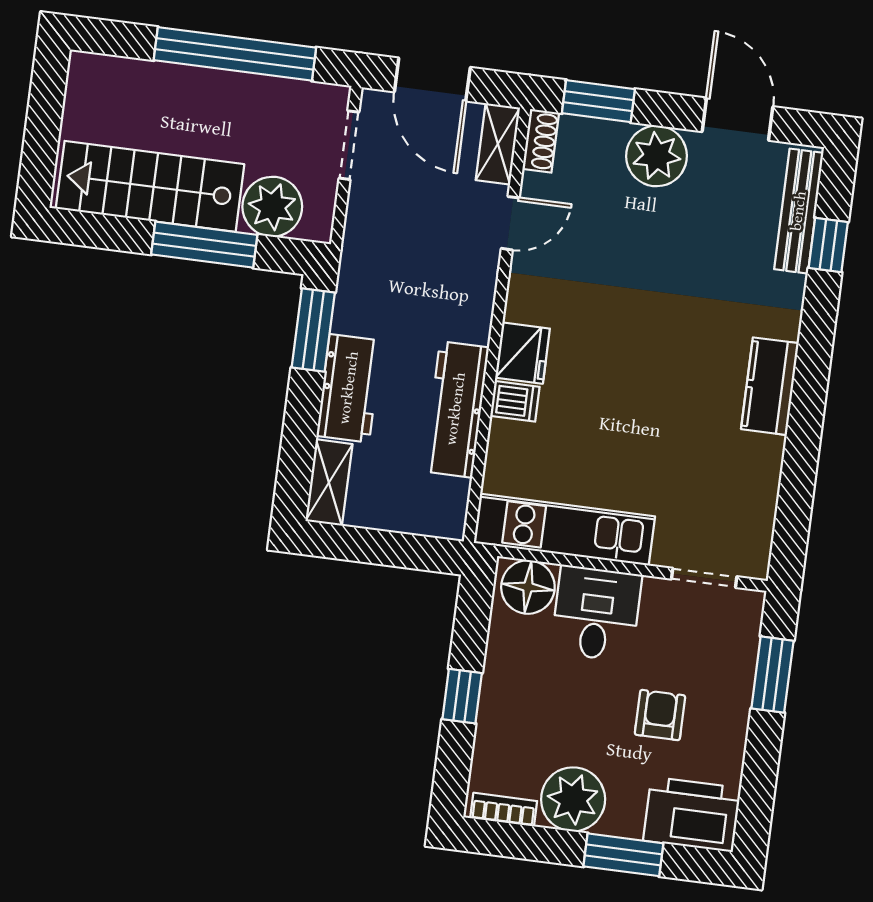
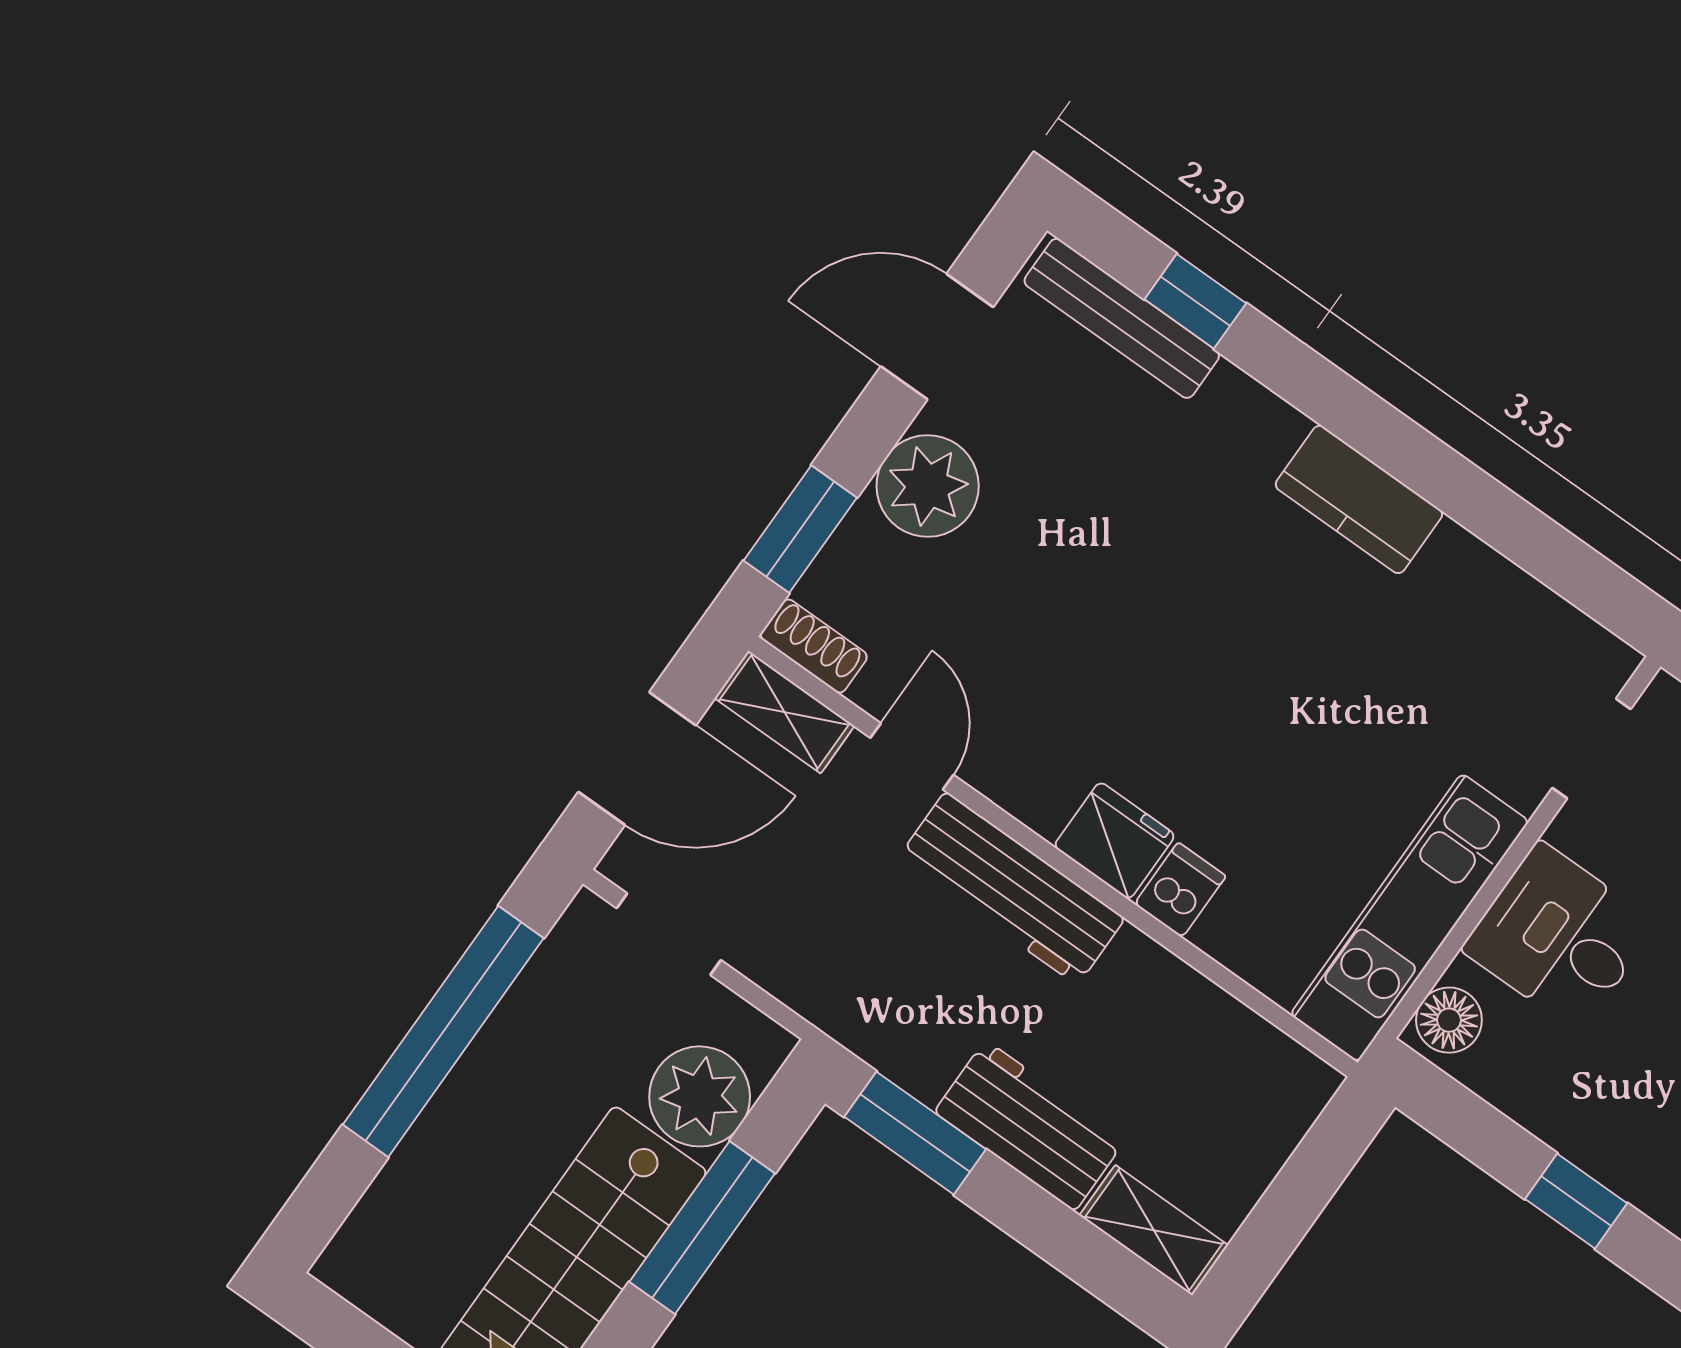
workbench: (456, 409) -> (1011, 888), moved
floor lamp: (528, 587) -> (1449, 1020), width x0.73, depth x0.73

